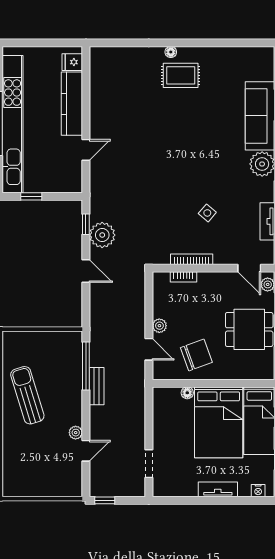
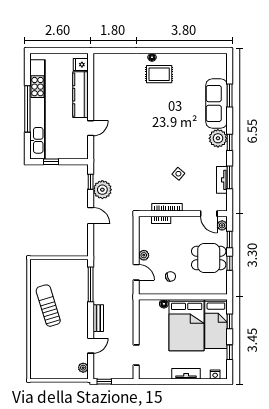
chair: (196, 355) -> (171, 276), width x0.54, depth x0.54
bench: (97, 386) -> (98, 318), moved
plant: (76, 433) -> (83, 368), moved

